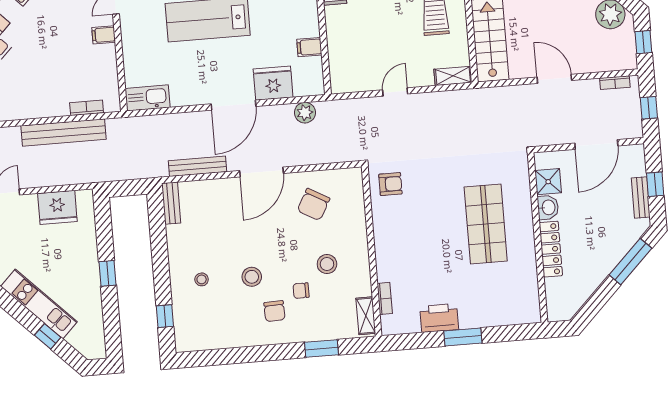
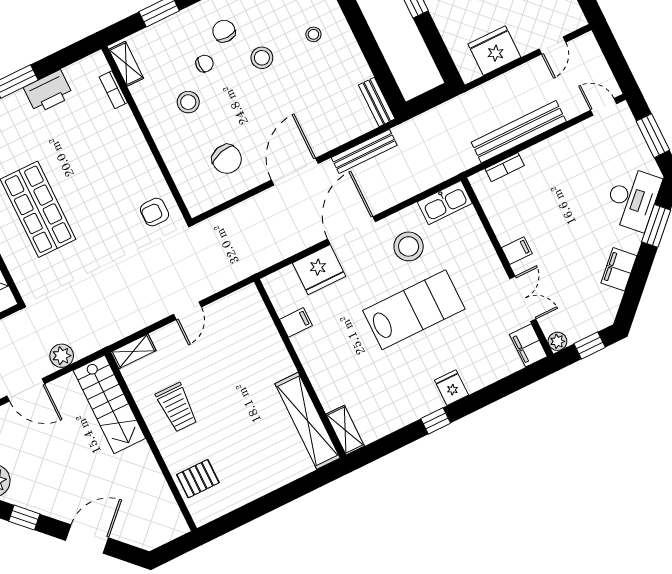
stool: (192, 73) -> (409, 246), added
plant: (305, 113) -> (62, 356), moved
chair: (313, 204) -> (227, 159), turned 136

